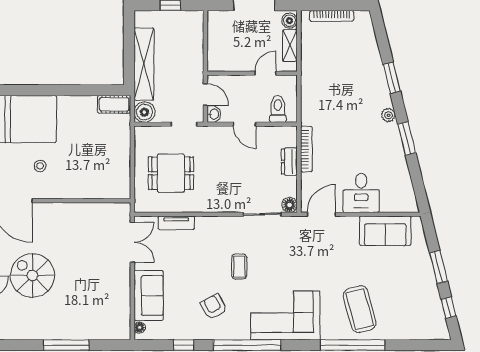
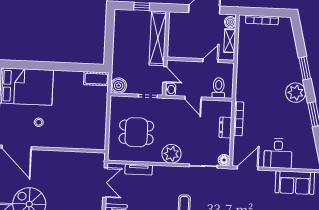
shelving: (144, 64) -> (158, 38), moved
plant: (388, 115) -> (296, 93), width x1.88, depth x1.88
plant: (219, 200) -> (171, 154), added

